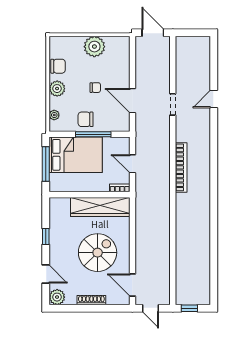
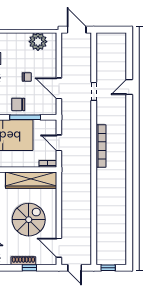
plant: (94, 47) -> (38, 42), moved
window: (98, 308) -> (29, 268), added

